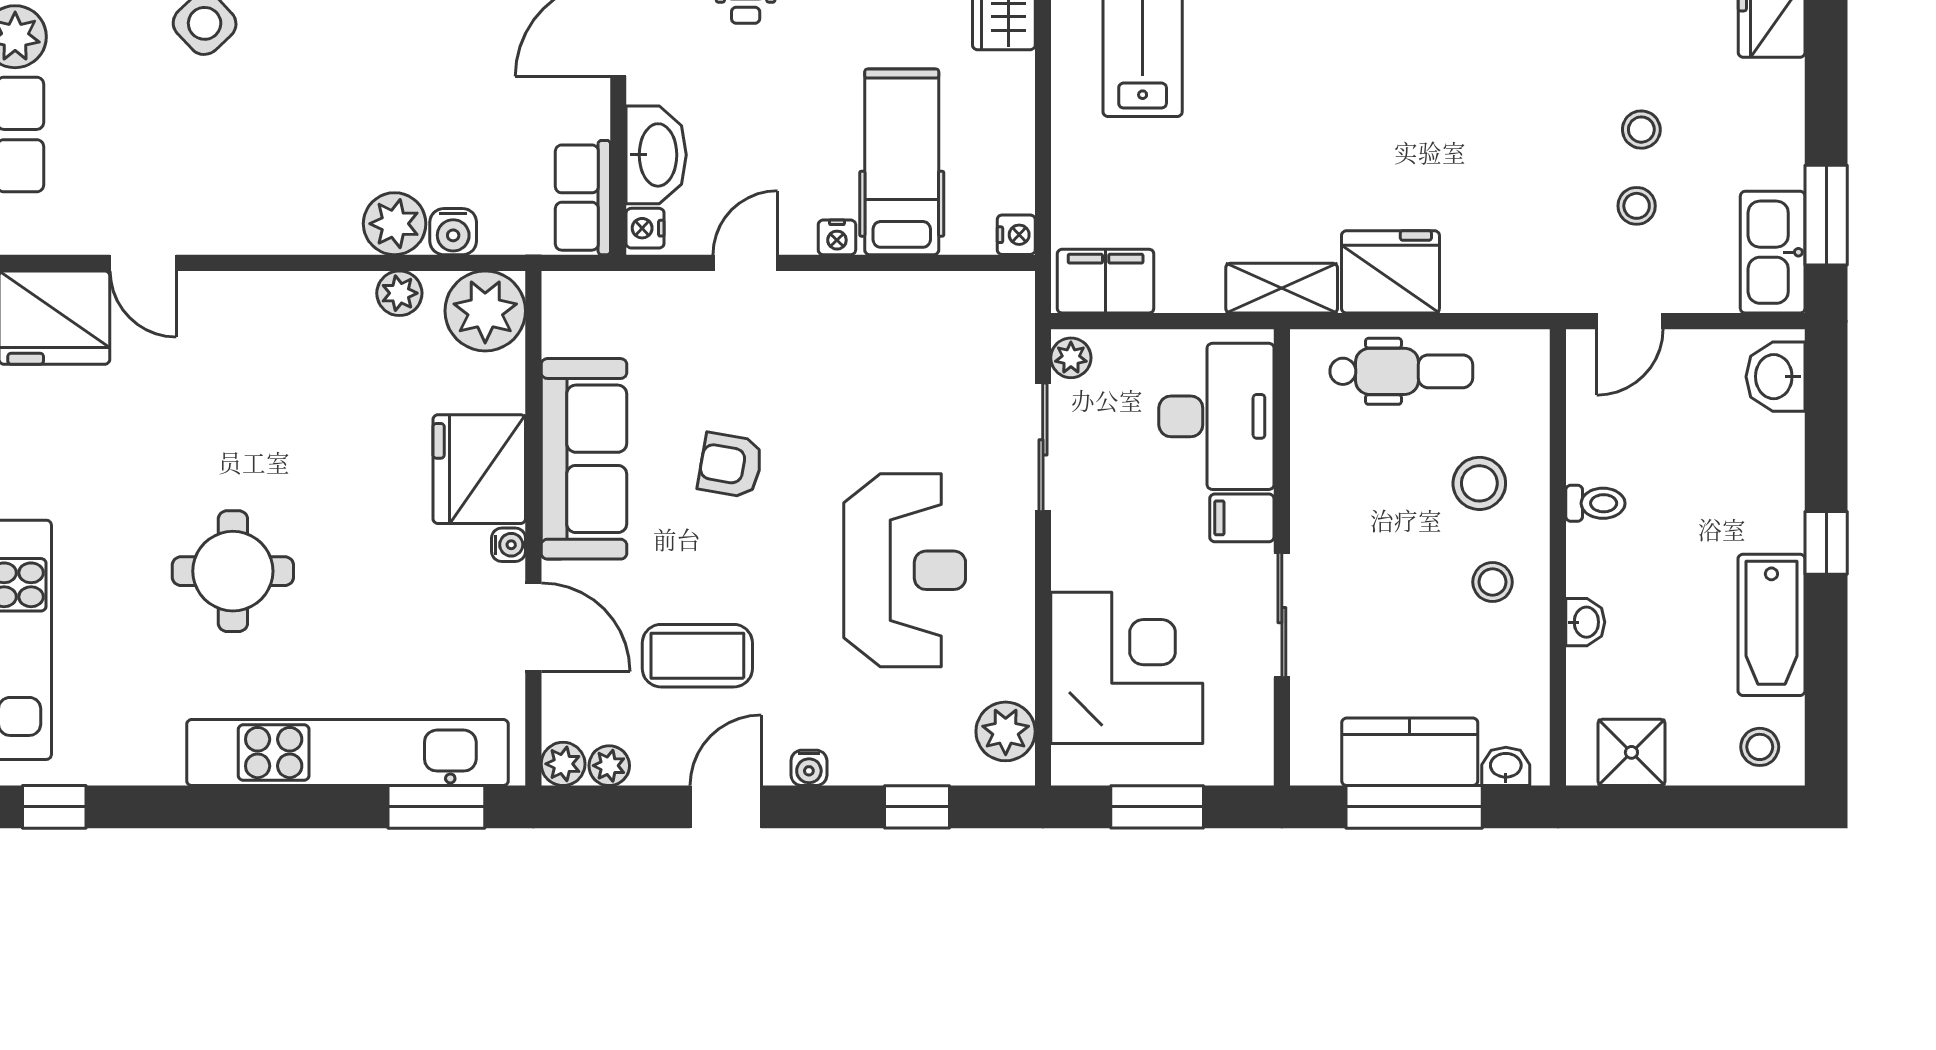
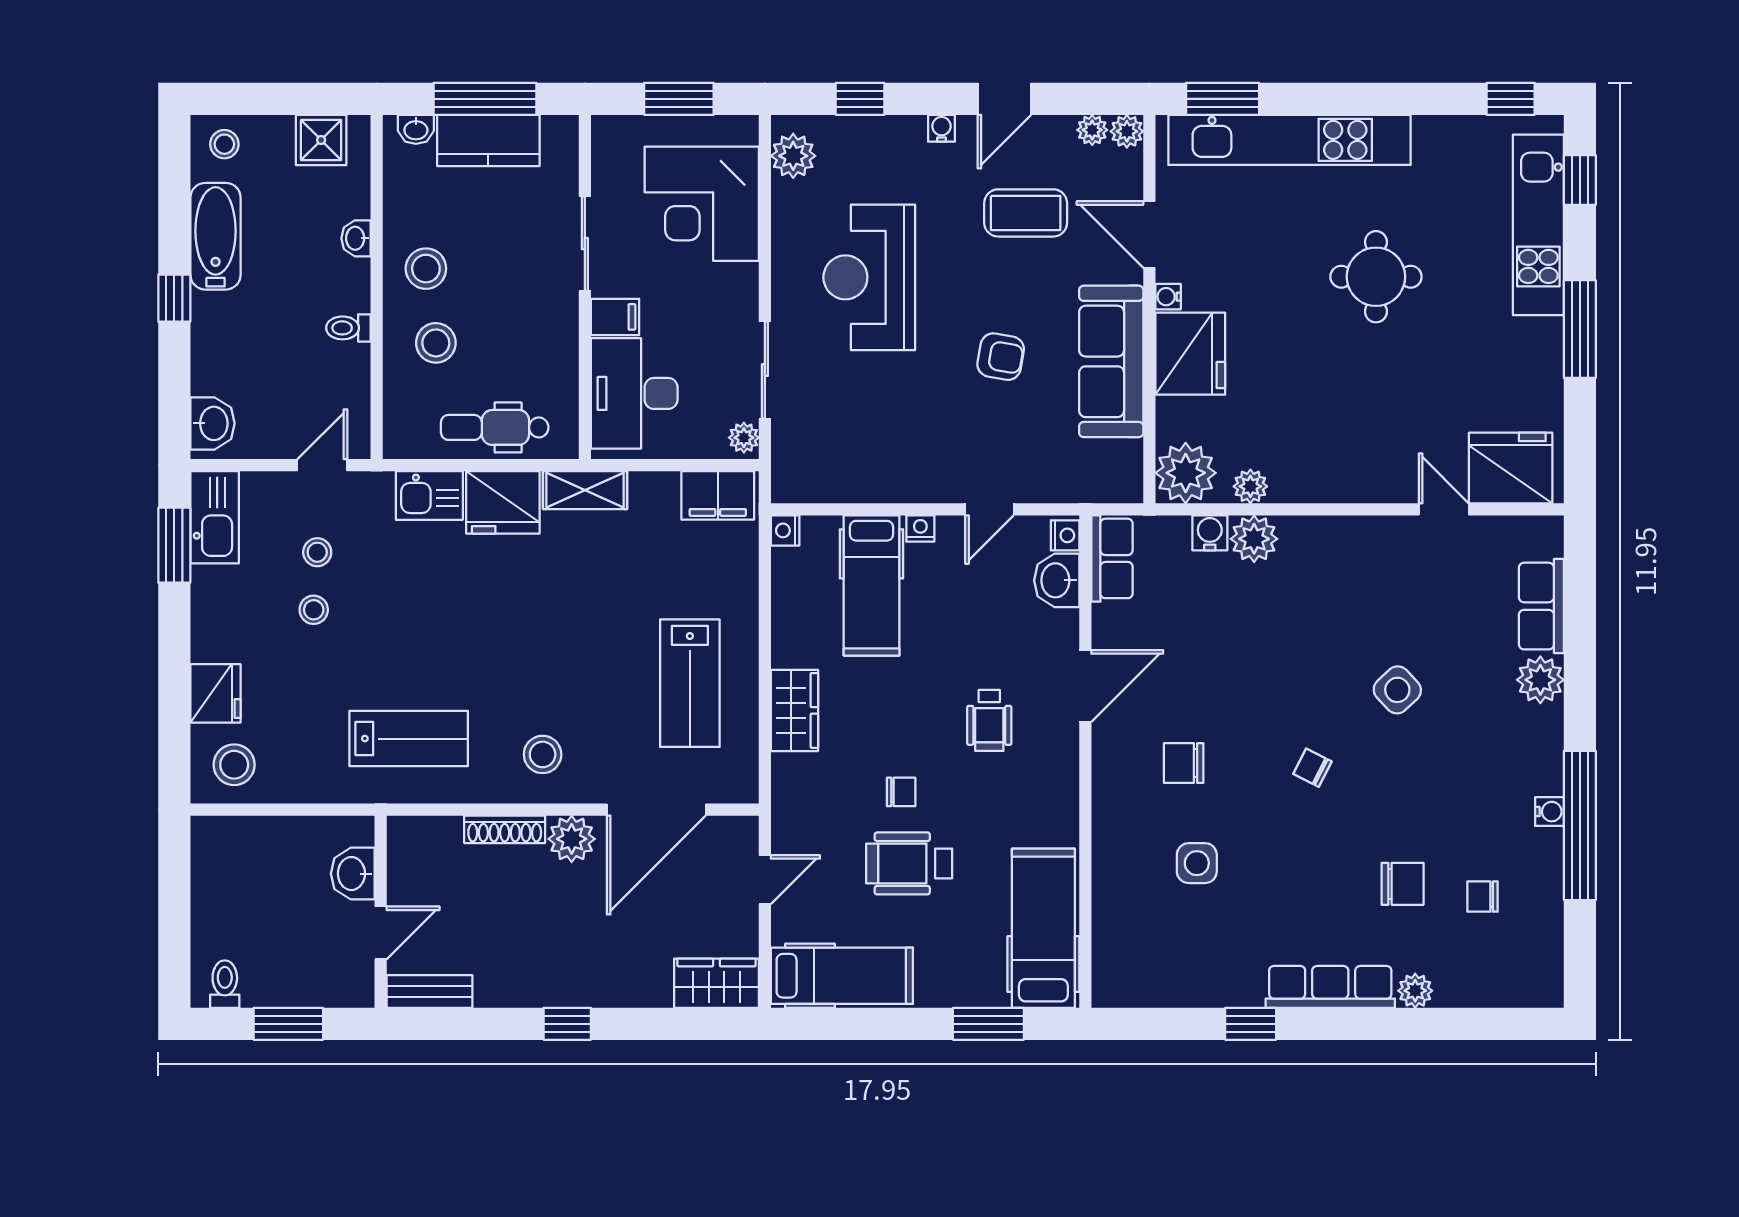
washbasin: (656, 155) -> (1057, 580), width x0.72
kitchen sink: (1488, 281) -> (429, 496), added
stool: (1492, 582) -> (426, 269), width x1.37, depth x1.37

